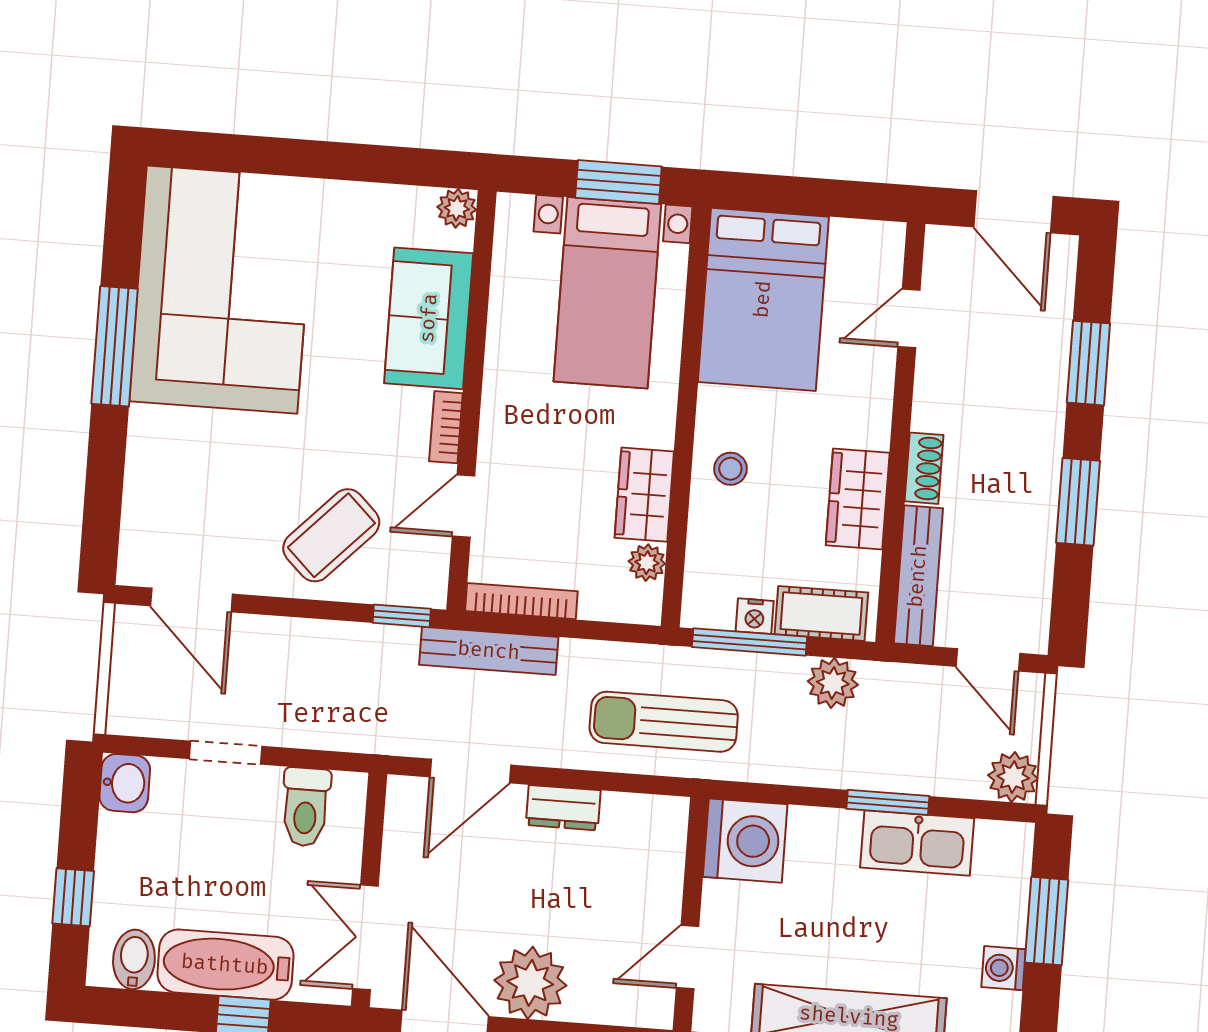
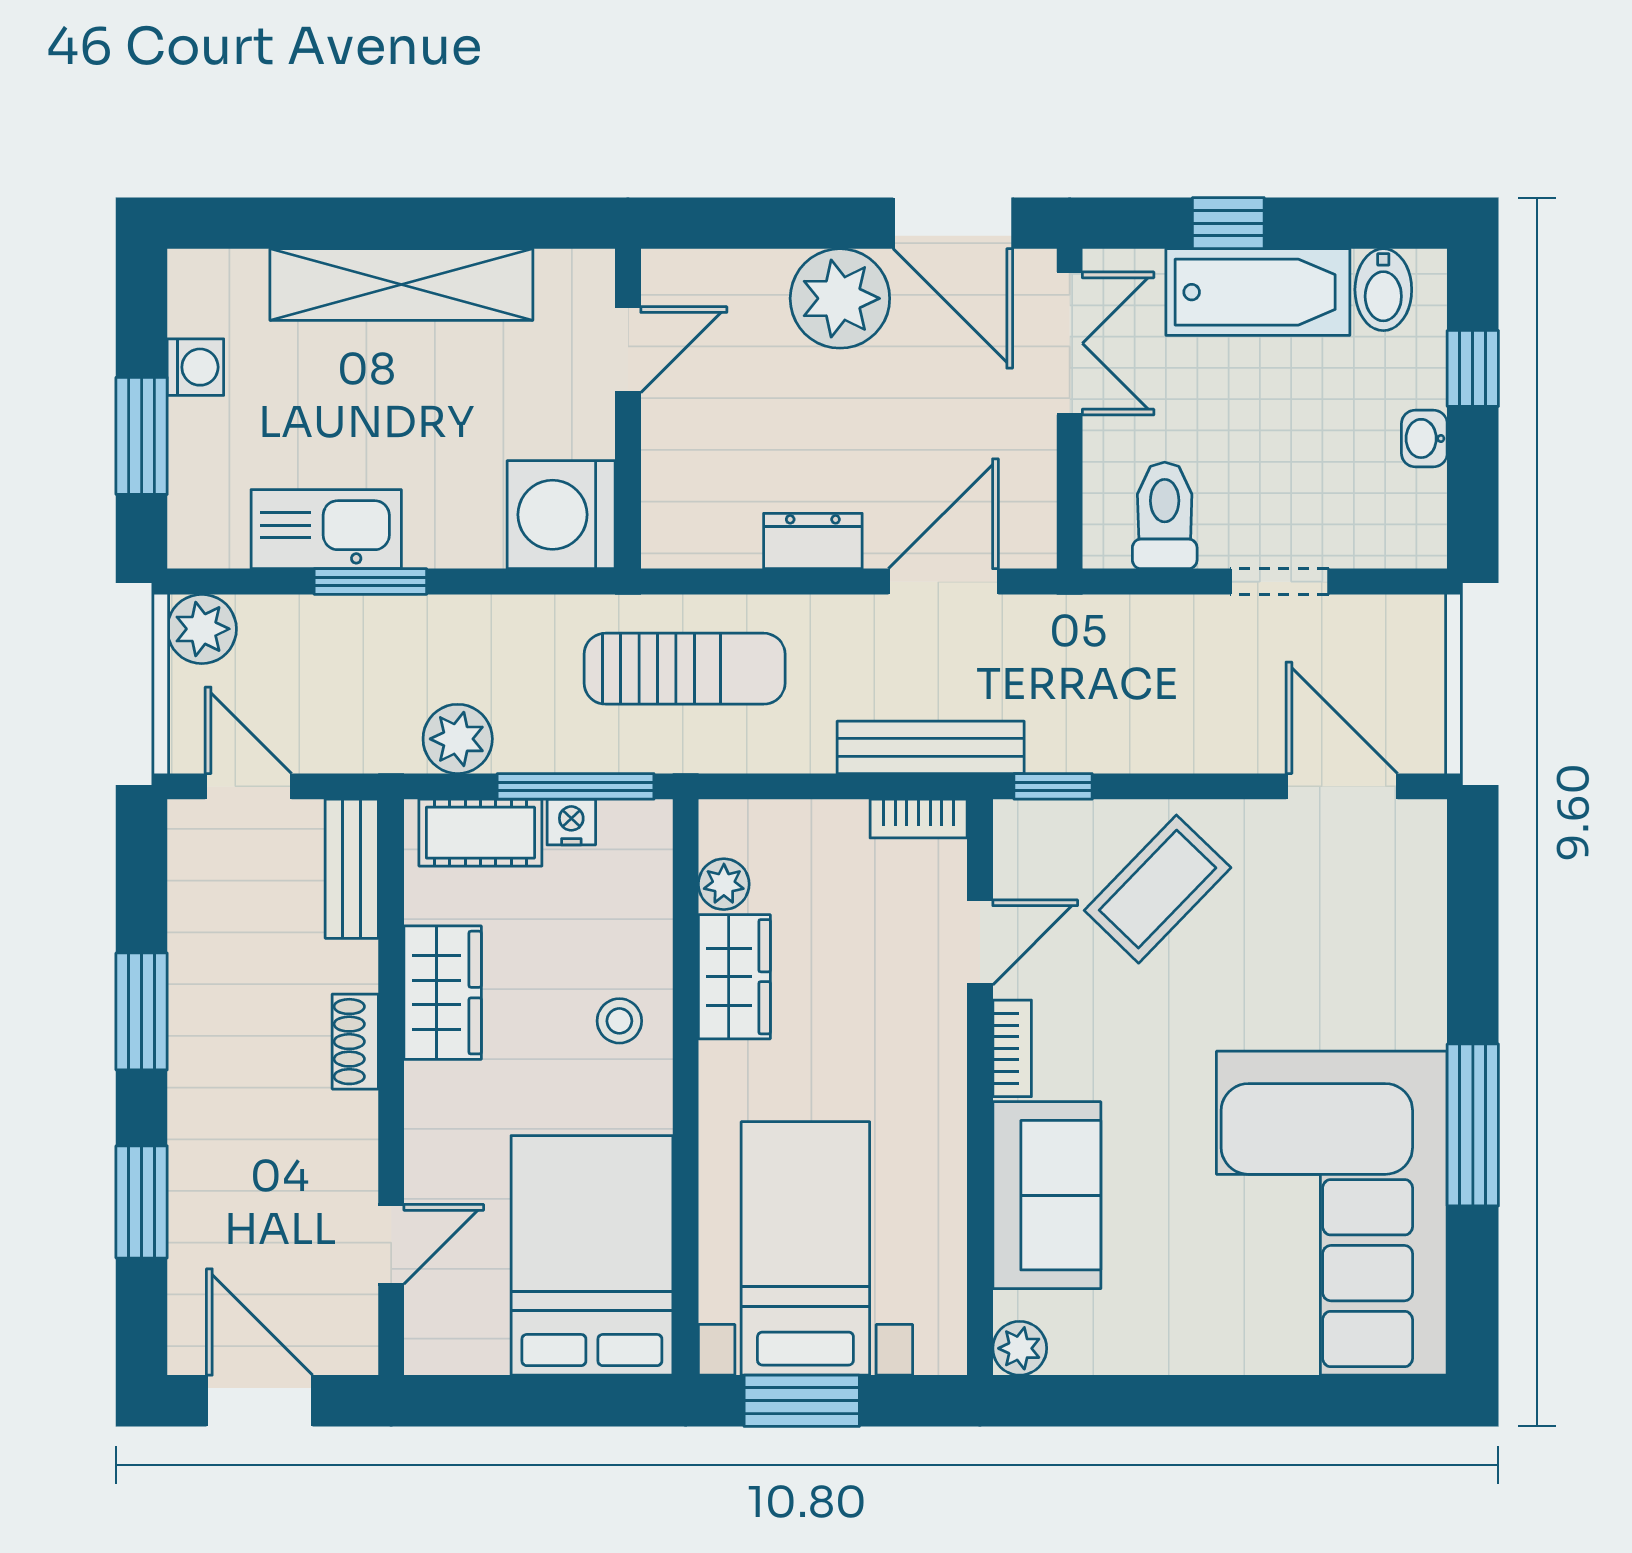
bench: (918, 576) -> (352, 869), width x0.73
bookcase: (521, 601) -> (919, 819), width x0.64
washbasin: (125, 783) -> (1424, 438), moved, width x0.72, depth x0.69

